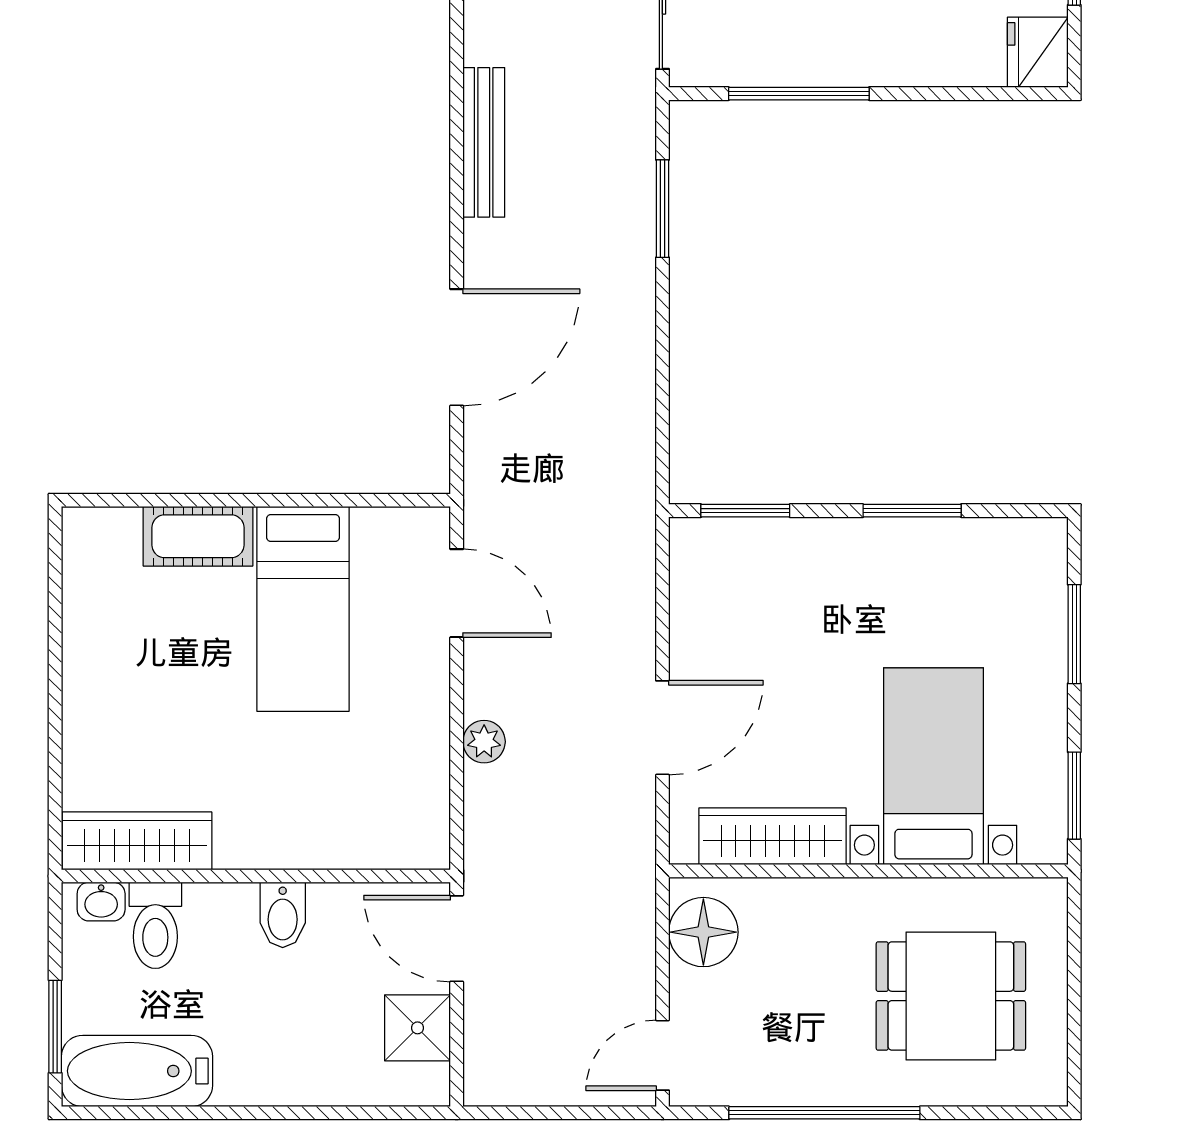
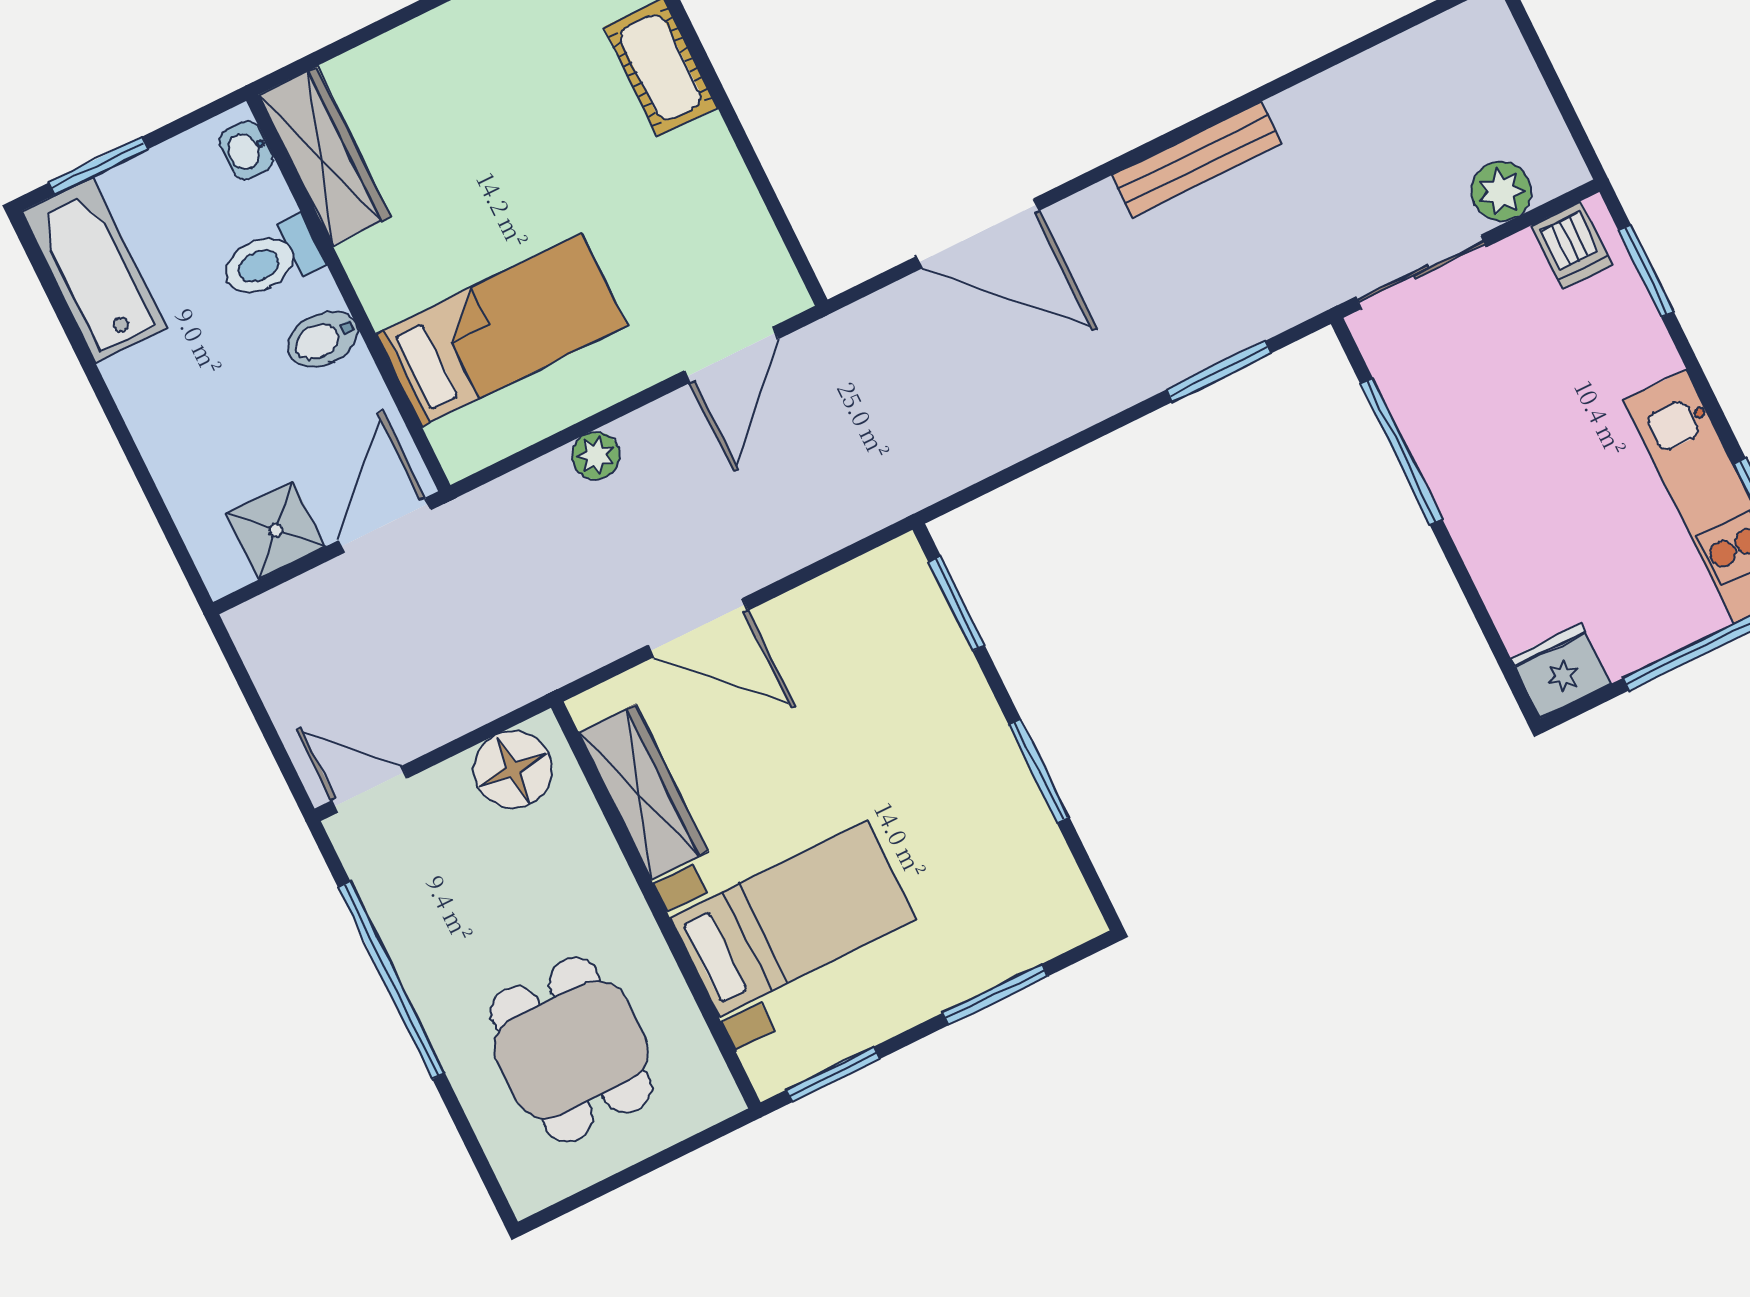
bed: (303, 609) -> (502, 330), moved, turned 180
toilet: (155, 925) -> (271, 260), moved

